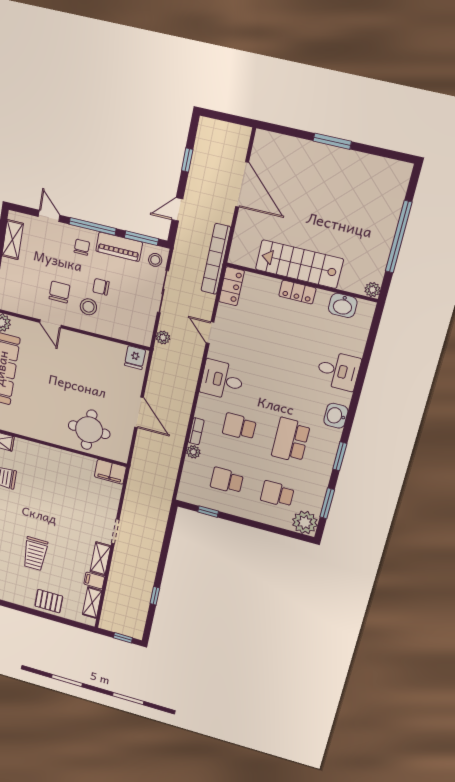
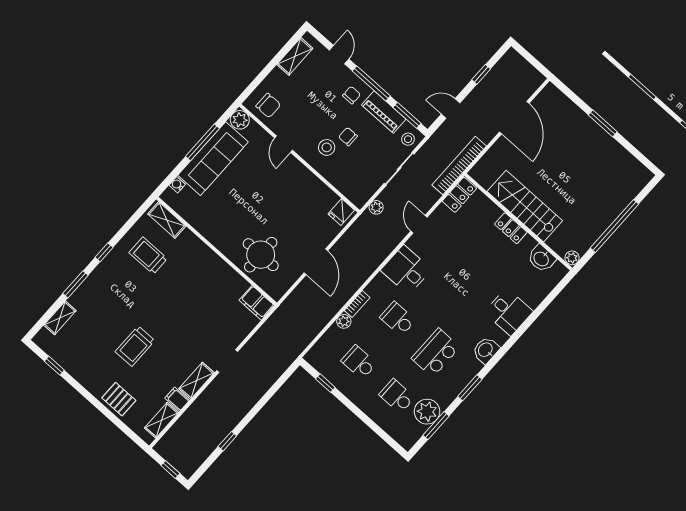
chair: (59, 292) -> (268, 105), moved, turned 90
plant: (305, 522) -> (427, 412), moved

